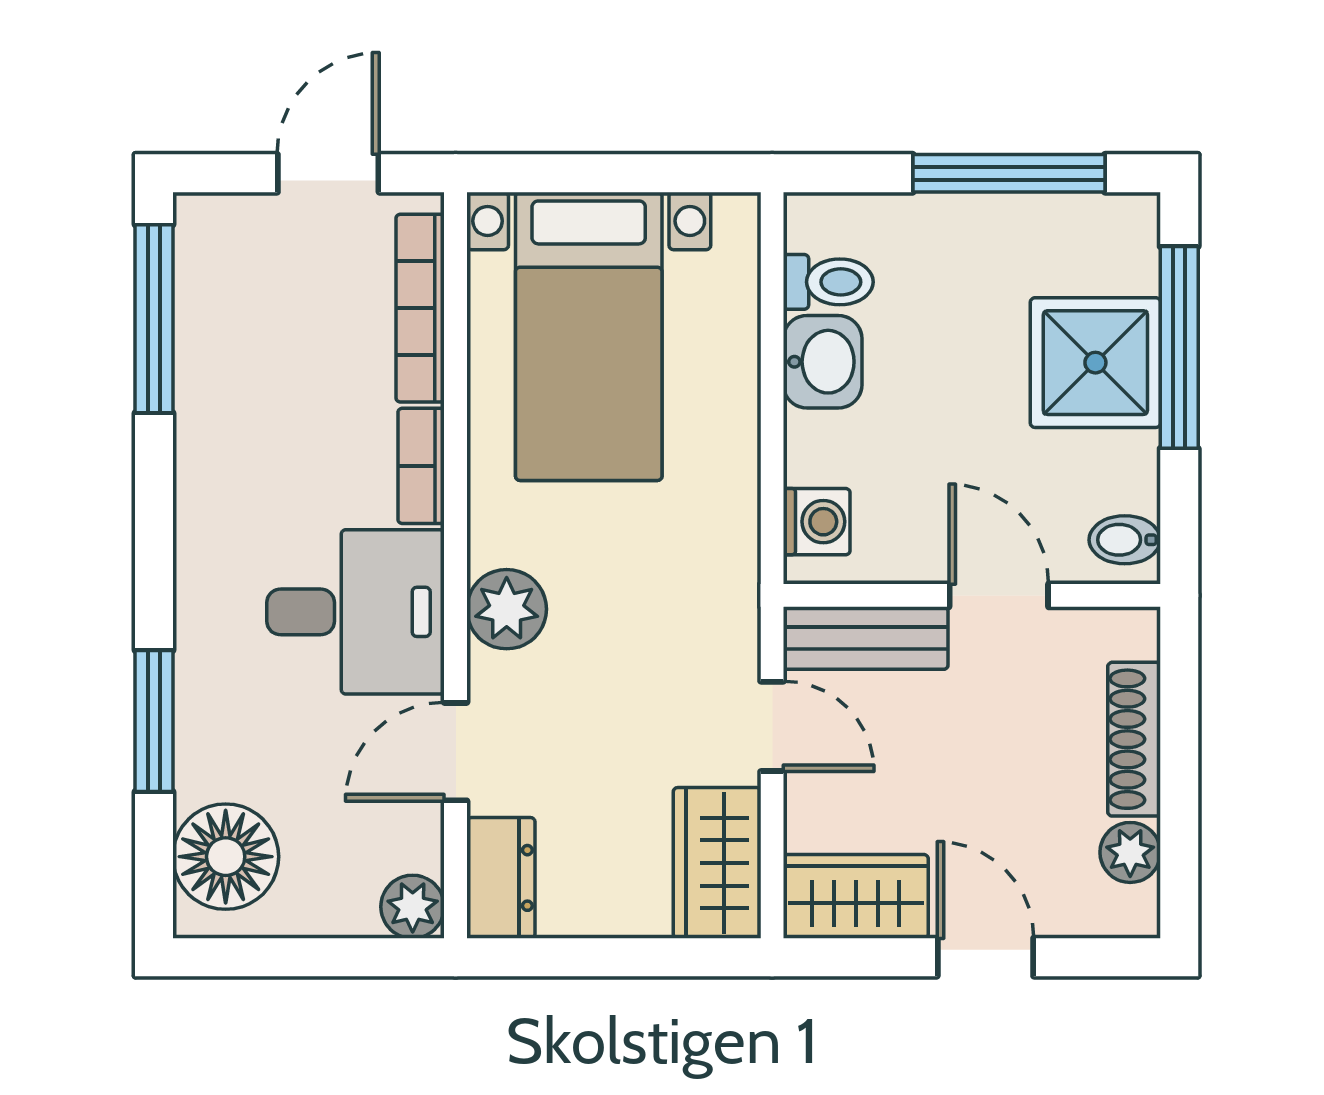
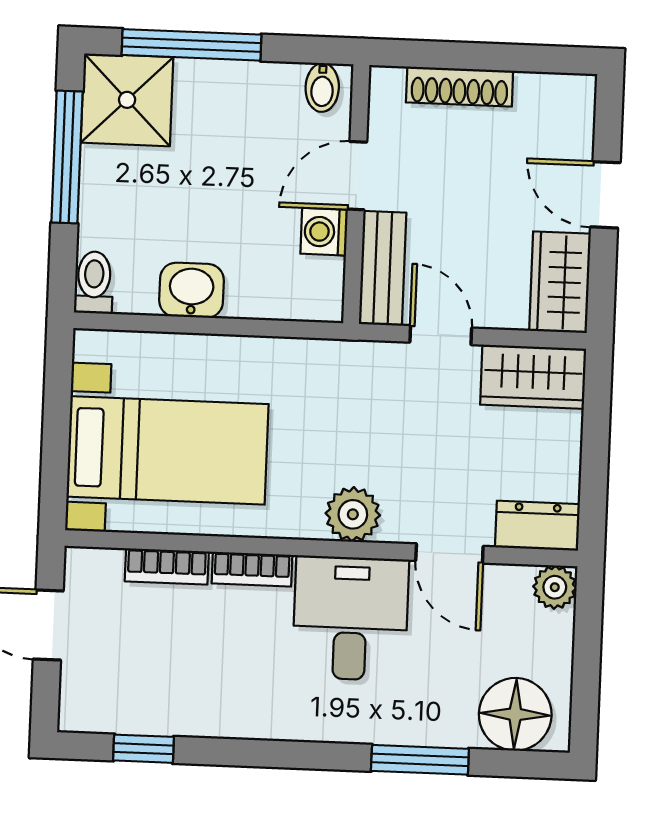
toilet: (828, 282) -> (94, 282), moved
bookcase: (420, 308) -> (167, 566), width x0.64
window: (154, 319) -> (143, 749), width x0.46
shower: (1095, 363) -> (127, 100), moved
washing machine: (817, 522) -> (324, 232), moved, turned -90
door: (772, 726) -> (441, 335), hinge flipped
plant: (1130, 852) -> (537, 92), removed
door: (985, 957) -> (605, 195), hinge flipped

